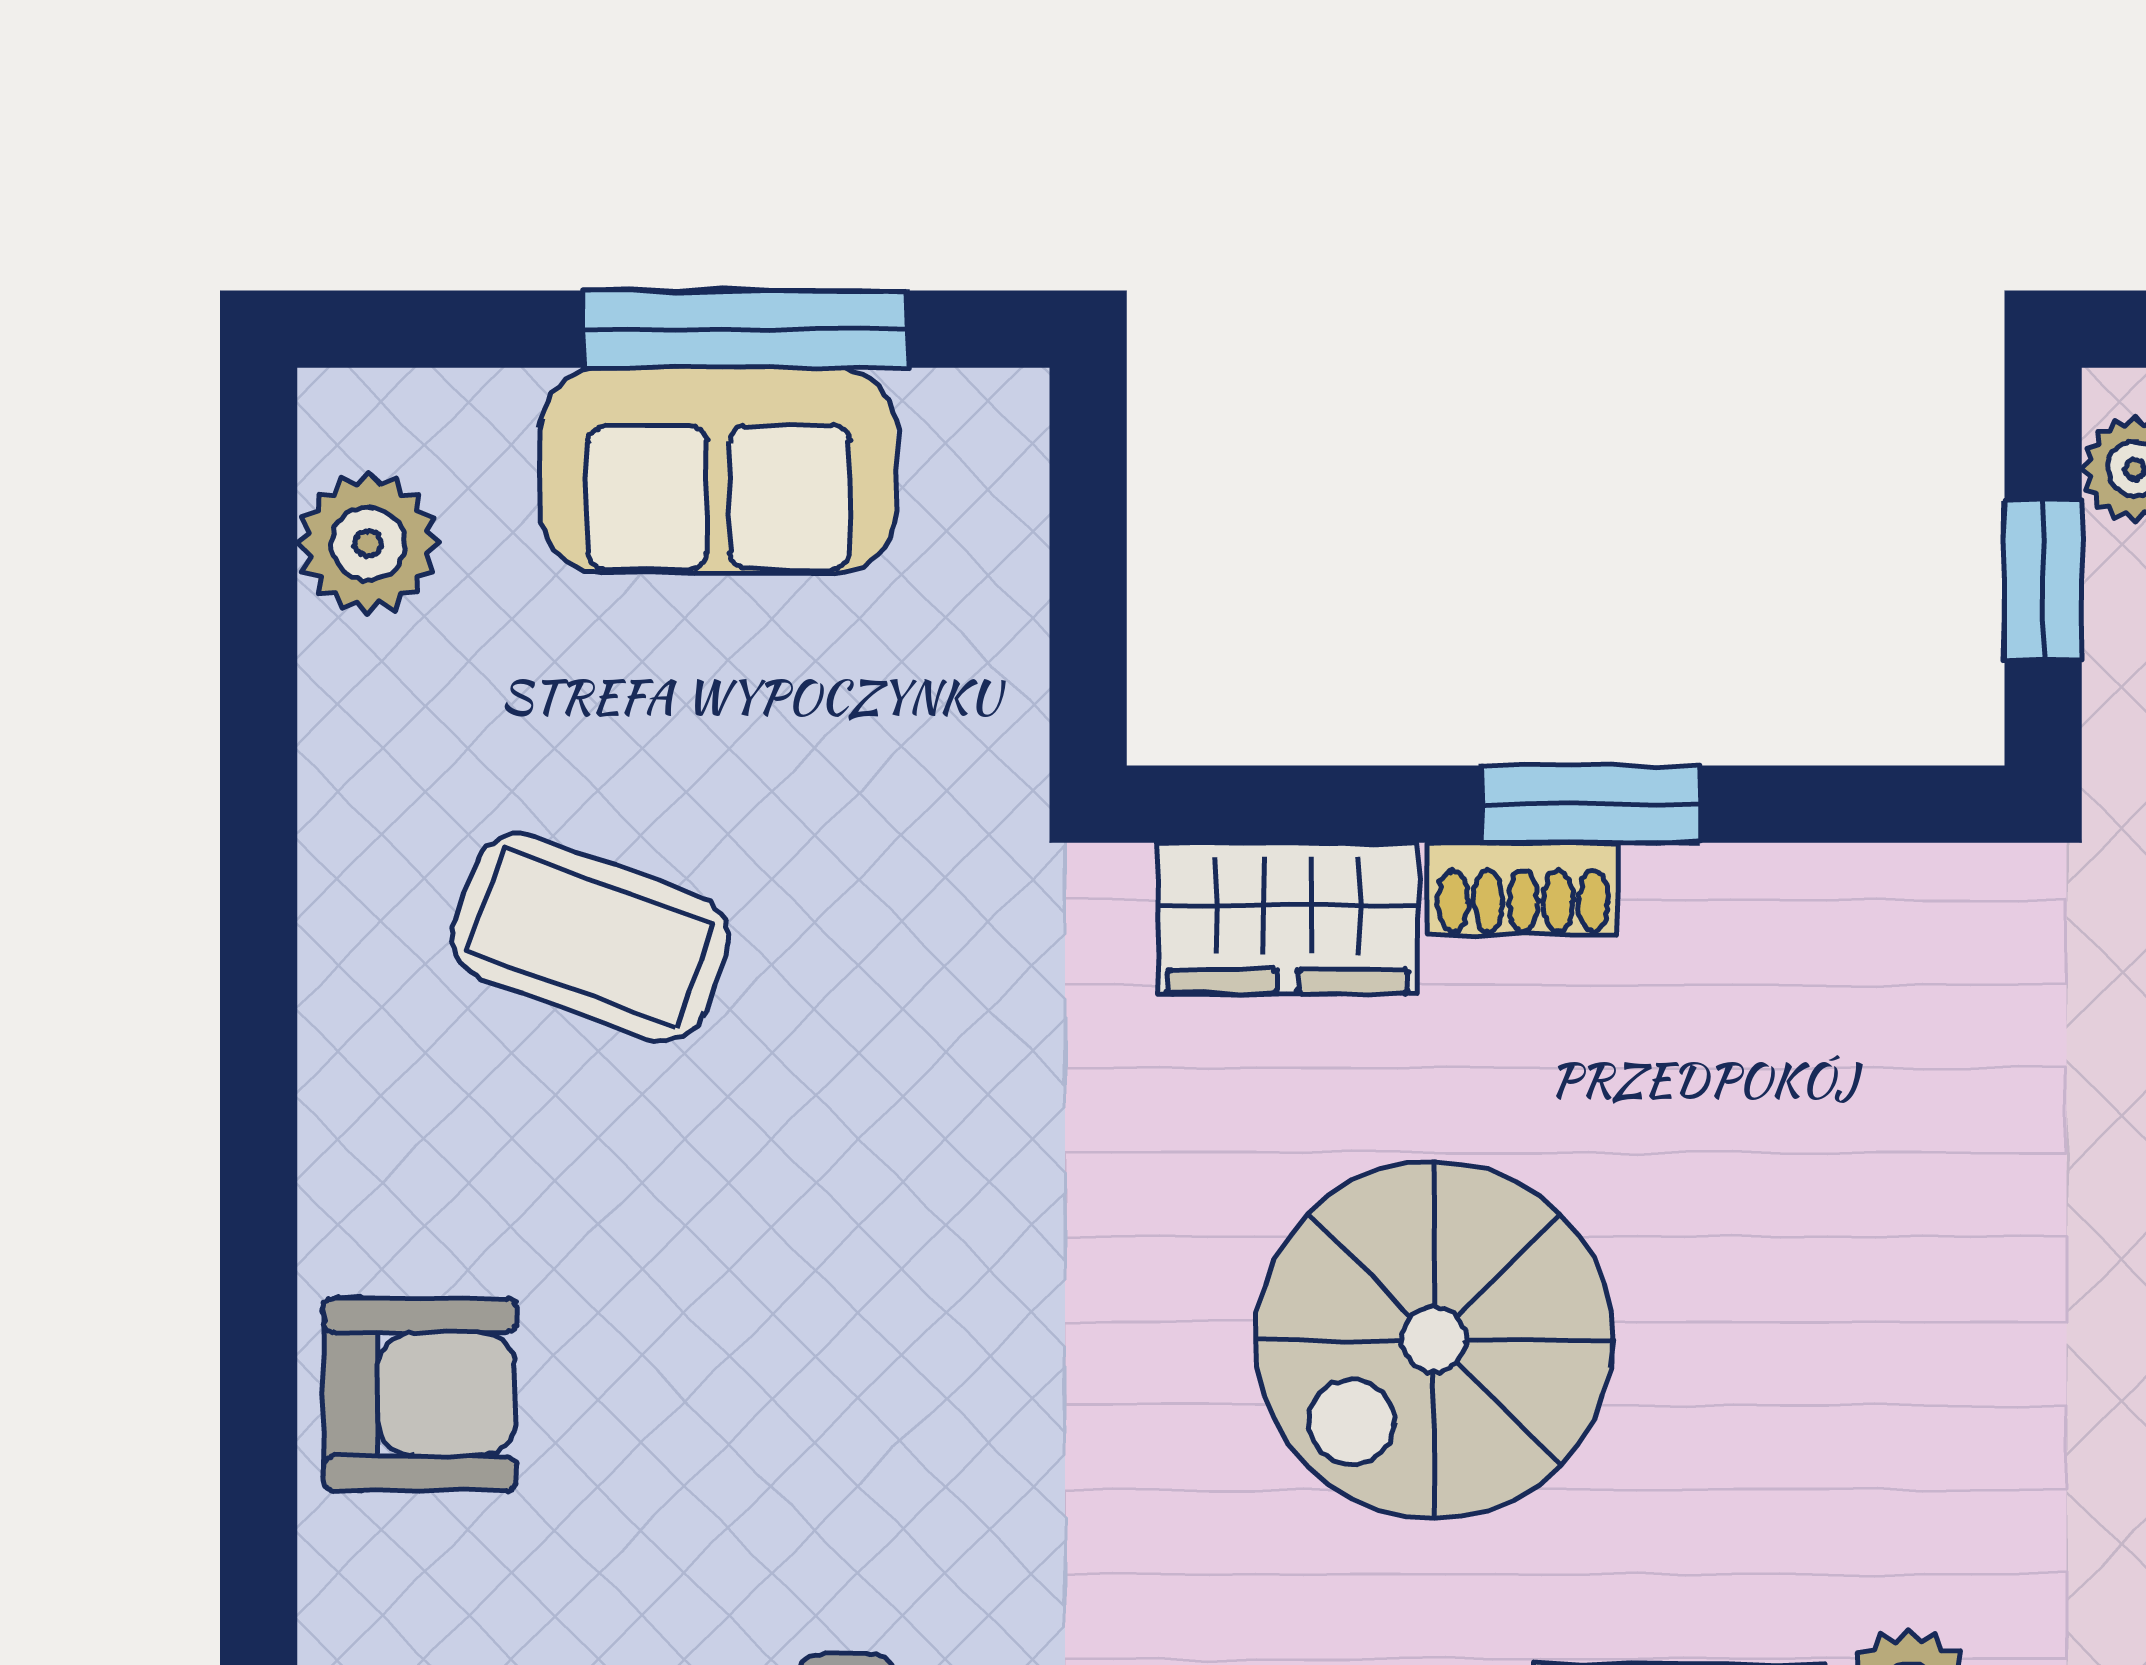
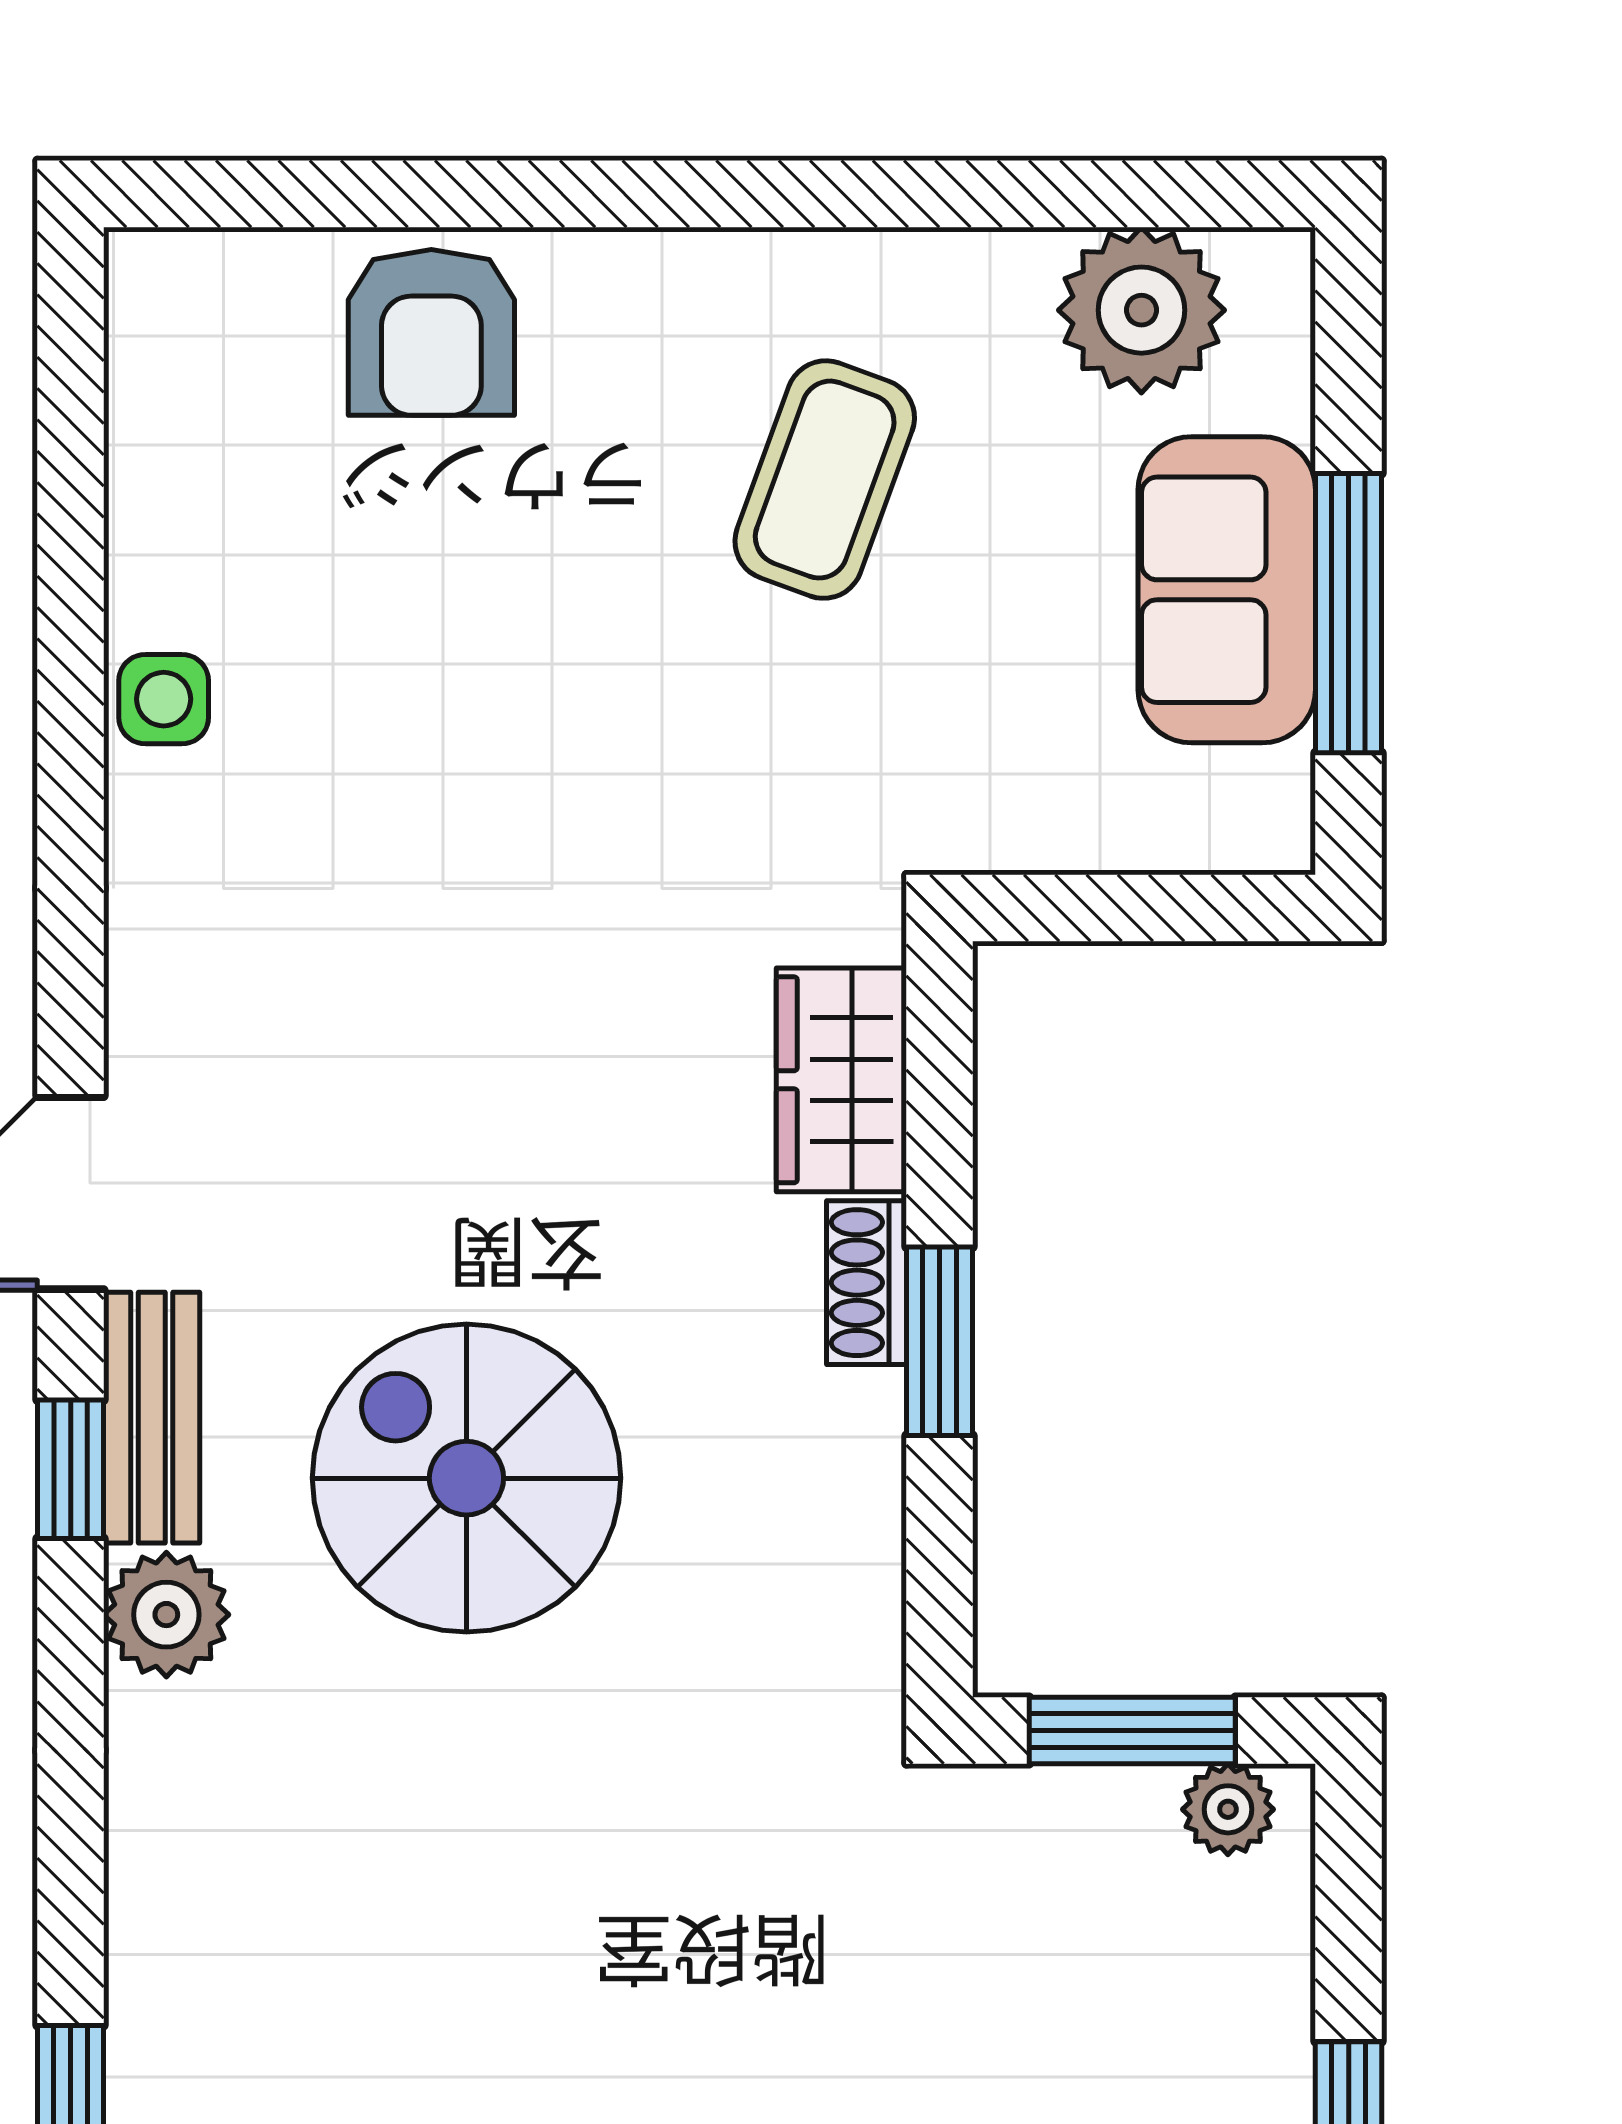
plant: (368, 544) -> (1141, 310), width x1.36, depth x1.36
window: (2043, 580) -> (1132, 1731), width x1.50
spiral stairs: (1434, 1340) -> (466, 1478), moved

